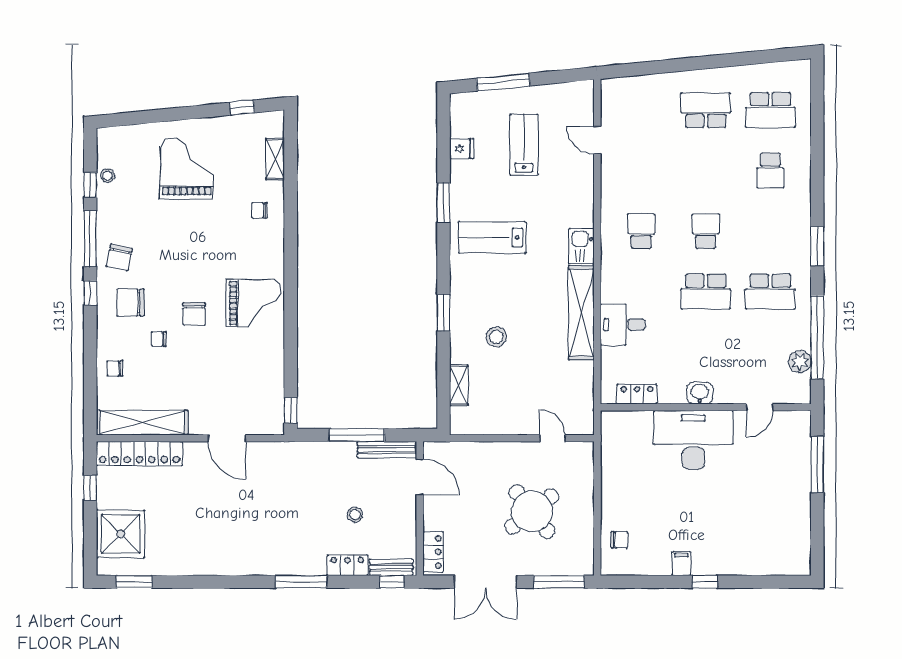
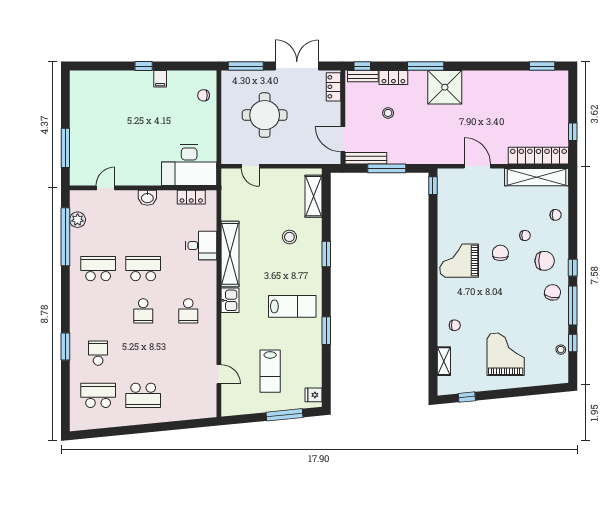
fridge: (462, 149) -> (314, 395), moved
grand piano: (187, 169) -> (506, 354), turned 180
window: (817, 246) -> (65, 347), moved
shelving: (459, 385) -> (313, 196), width x1.50, depth x1.33
desk: (693, 440) -> (189, 165), moved
round table: (532, 511) -> (265, 115), turned 38
shower: (121, 534) -> (445, 87), moved

